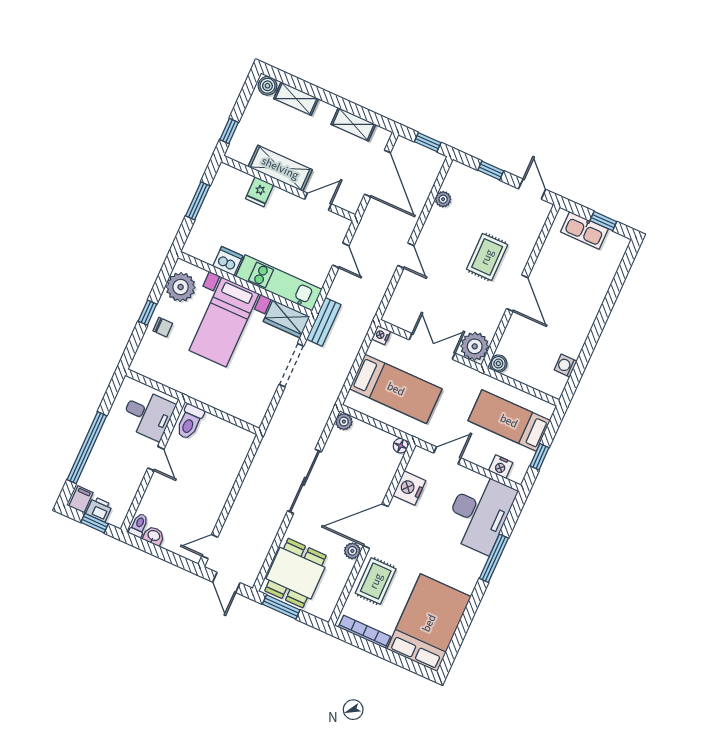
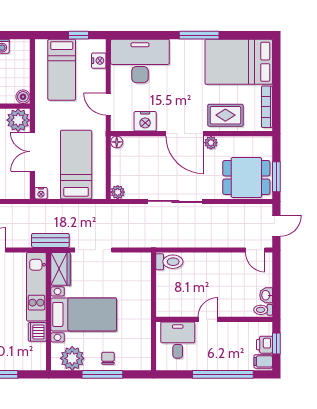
window: (147, 313) -> (102, 374), width x2.17
toilet: (190, 422) -> (169, 262), moved
window: (494, 558) -> (199, 35), moved

